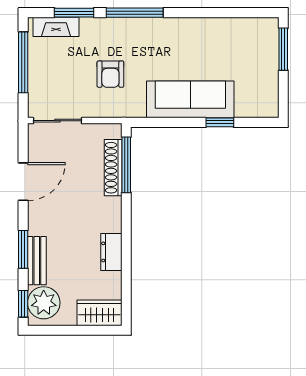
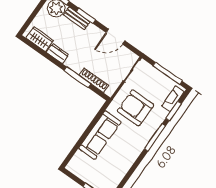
armchair: (110, 74) -> (136, 108), width x1.88, depth x1.88
window: (220, 122) -> (81, 141), removed
window: (126, 165) -> (77, 77), moved
door: (23, 182) -> (115, 37), hinge flipped
wardrobe: (99, 313) -> (40, 39), moved, turned -90

